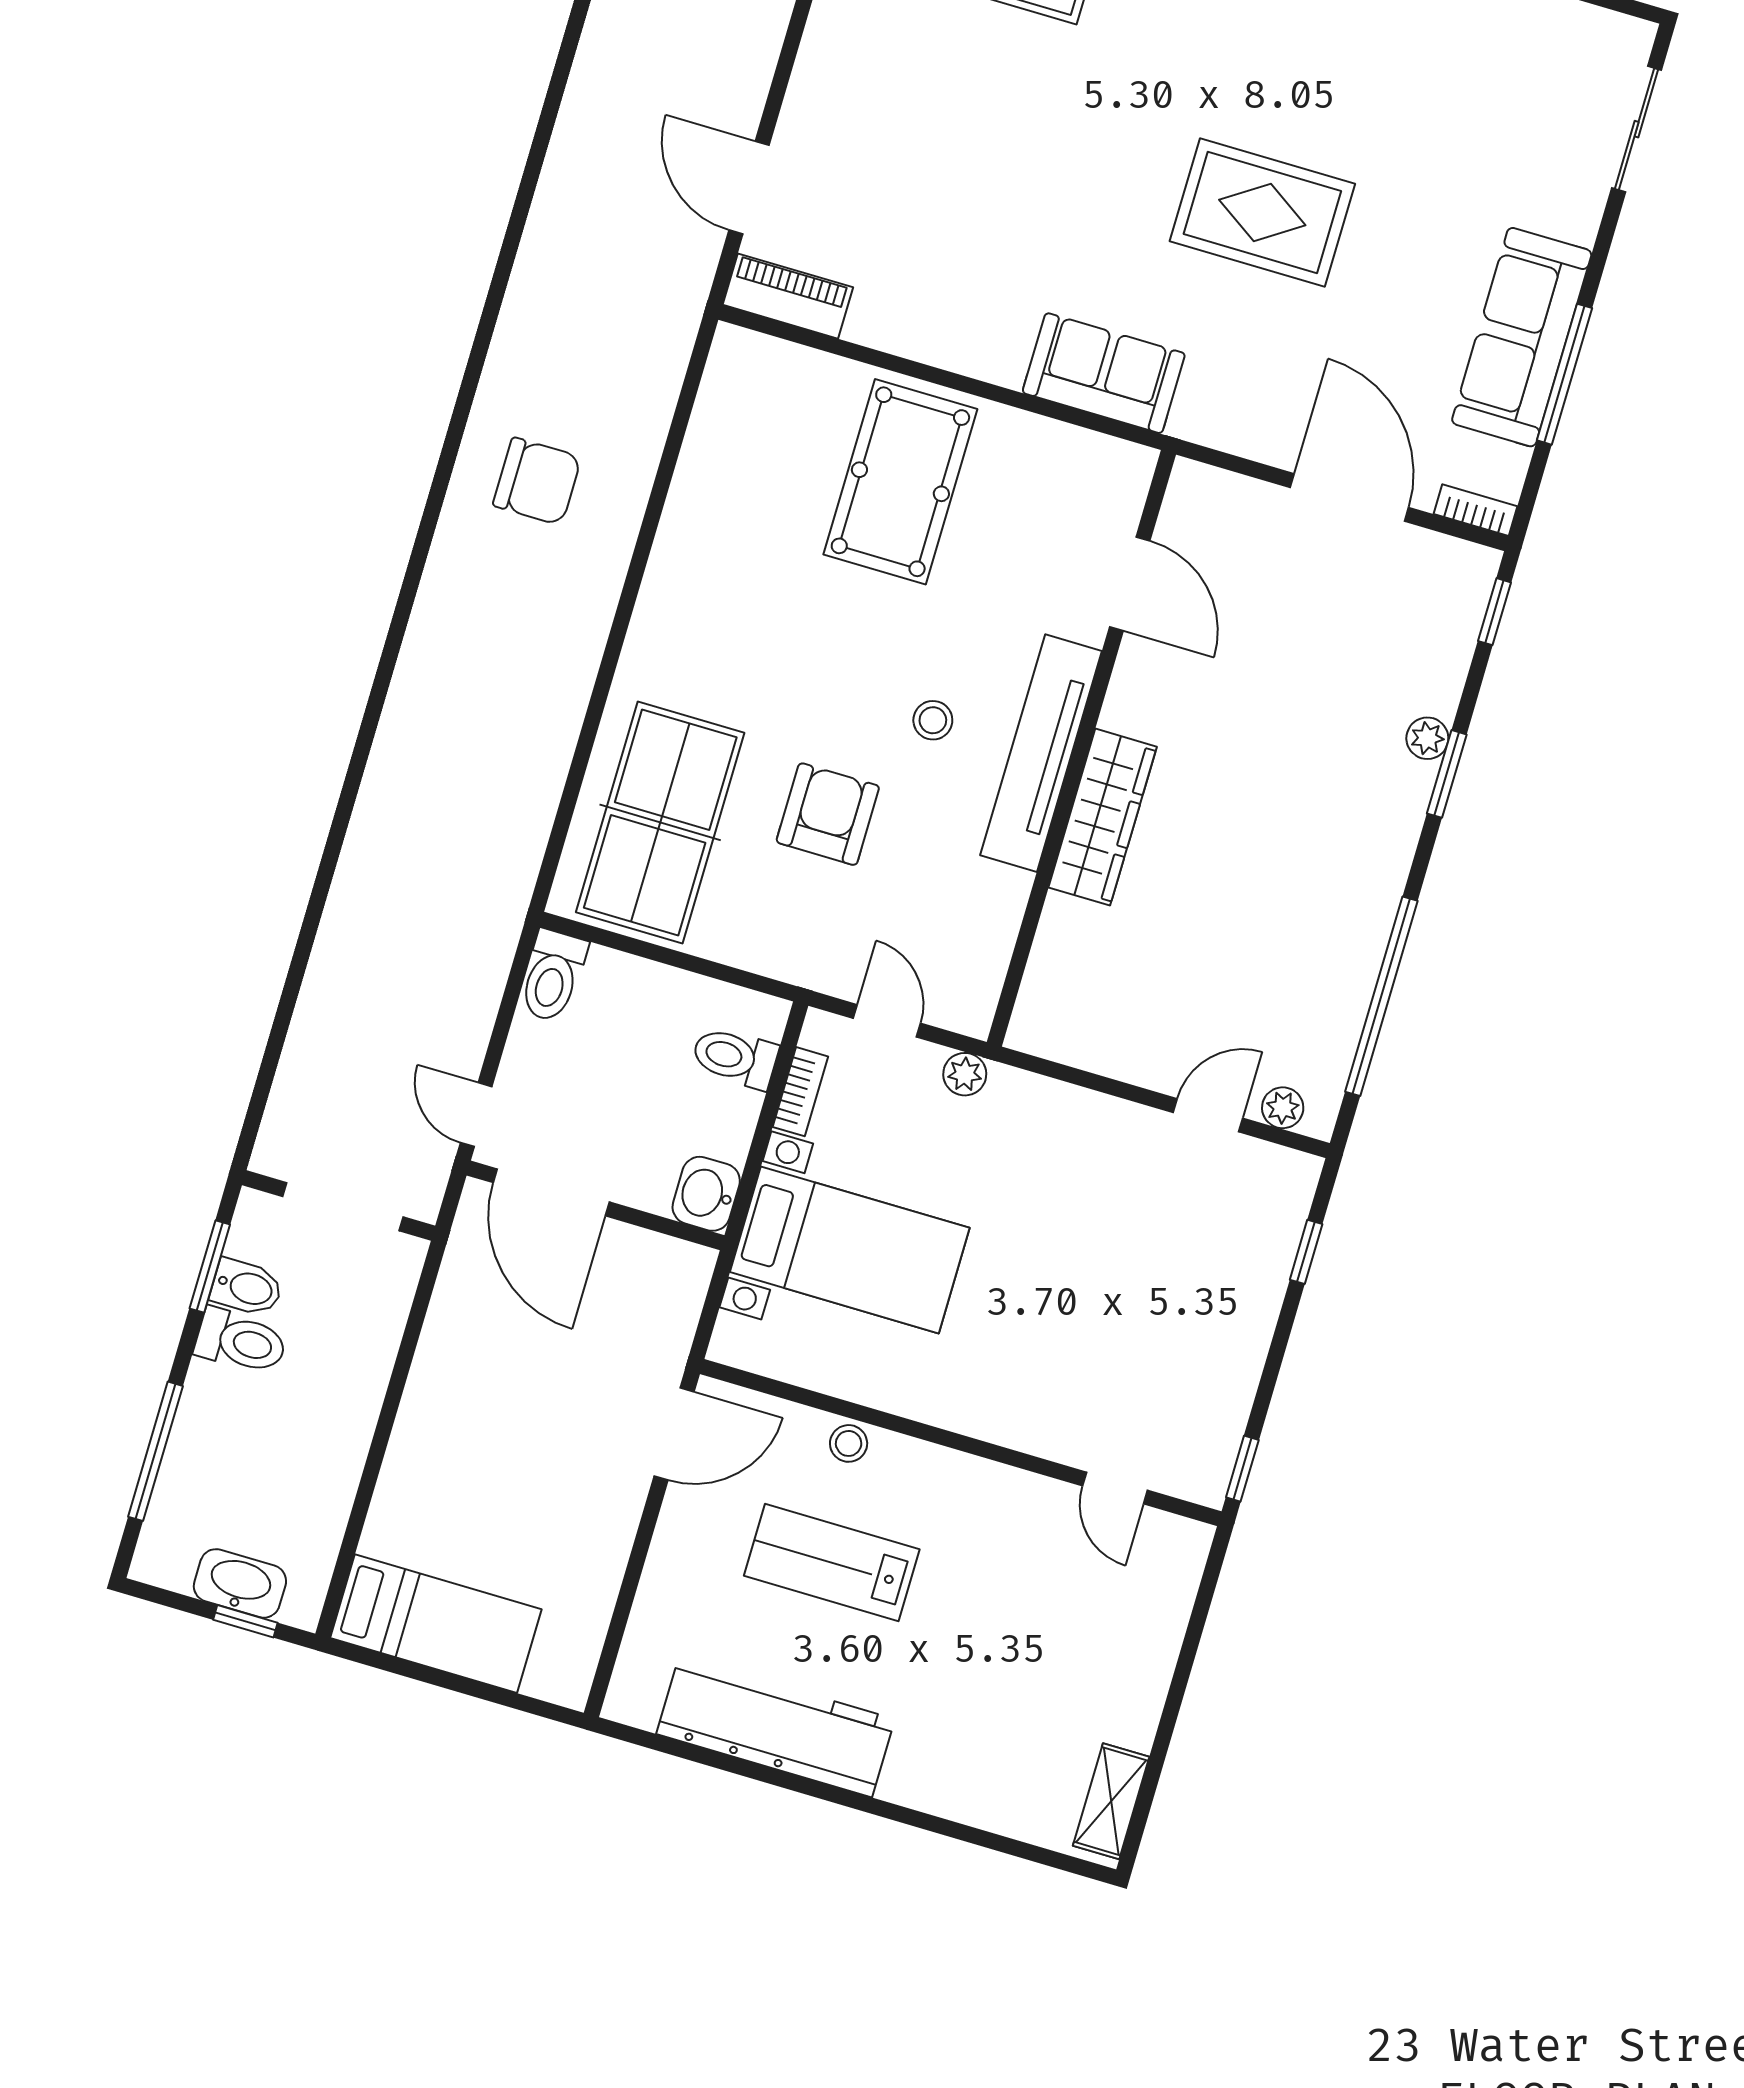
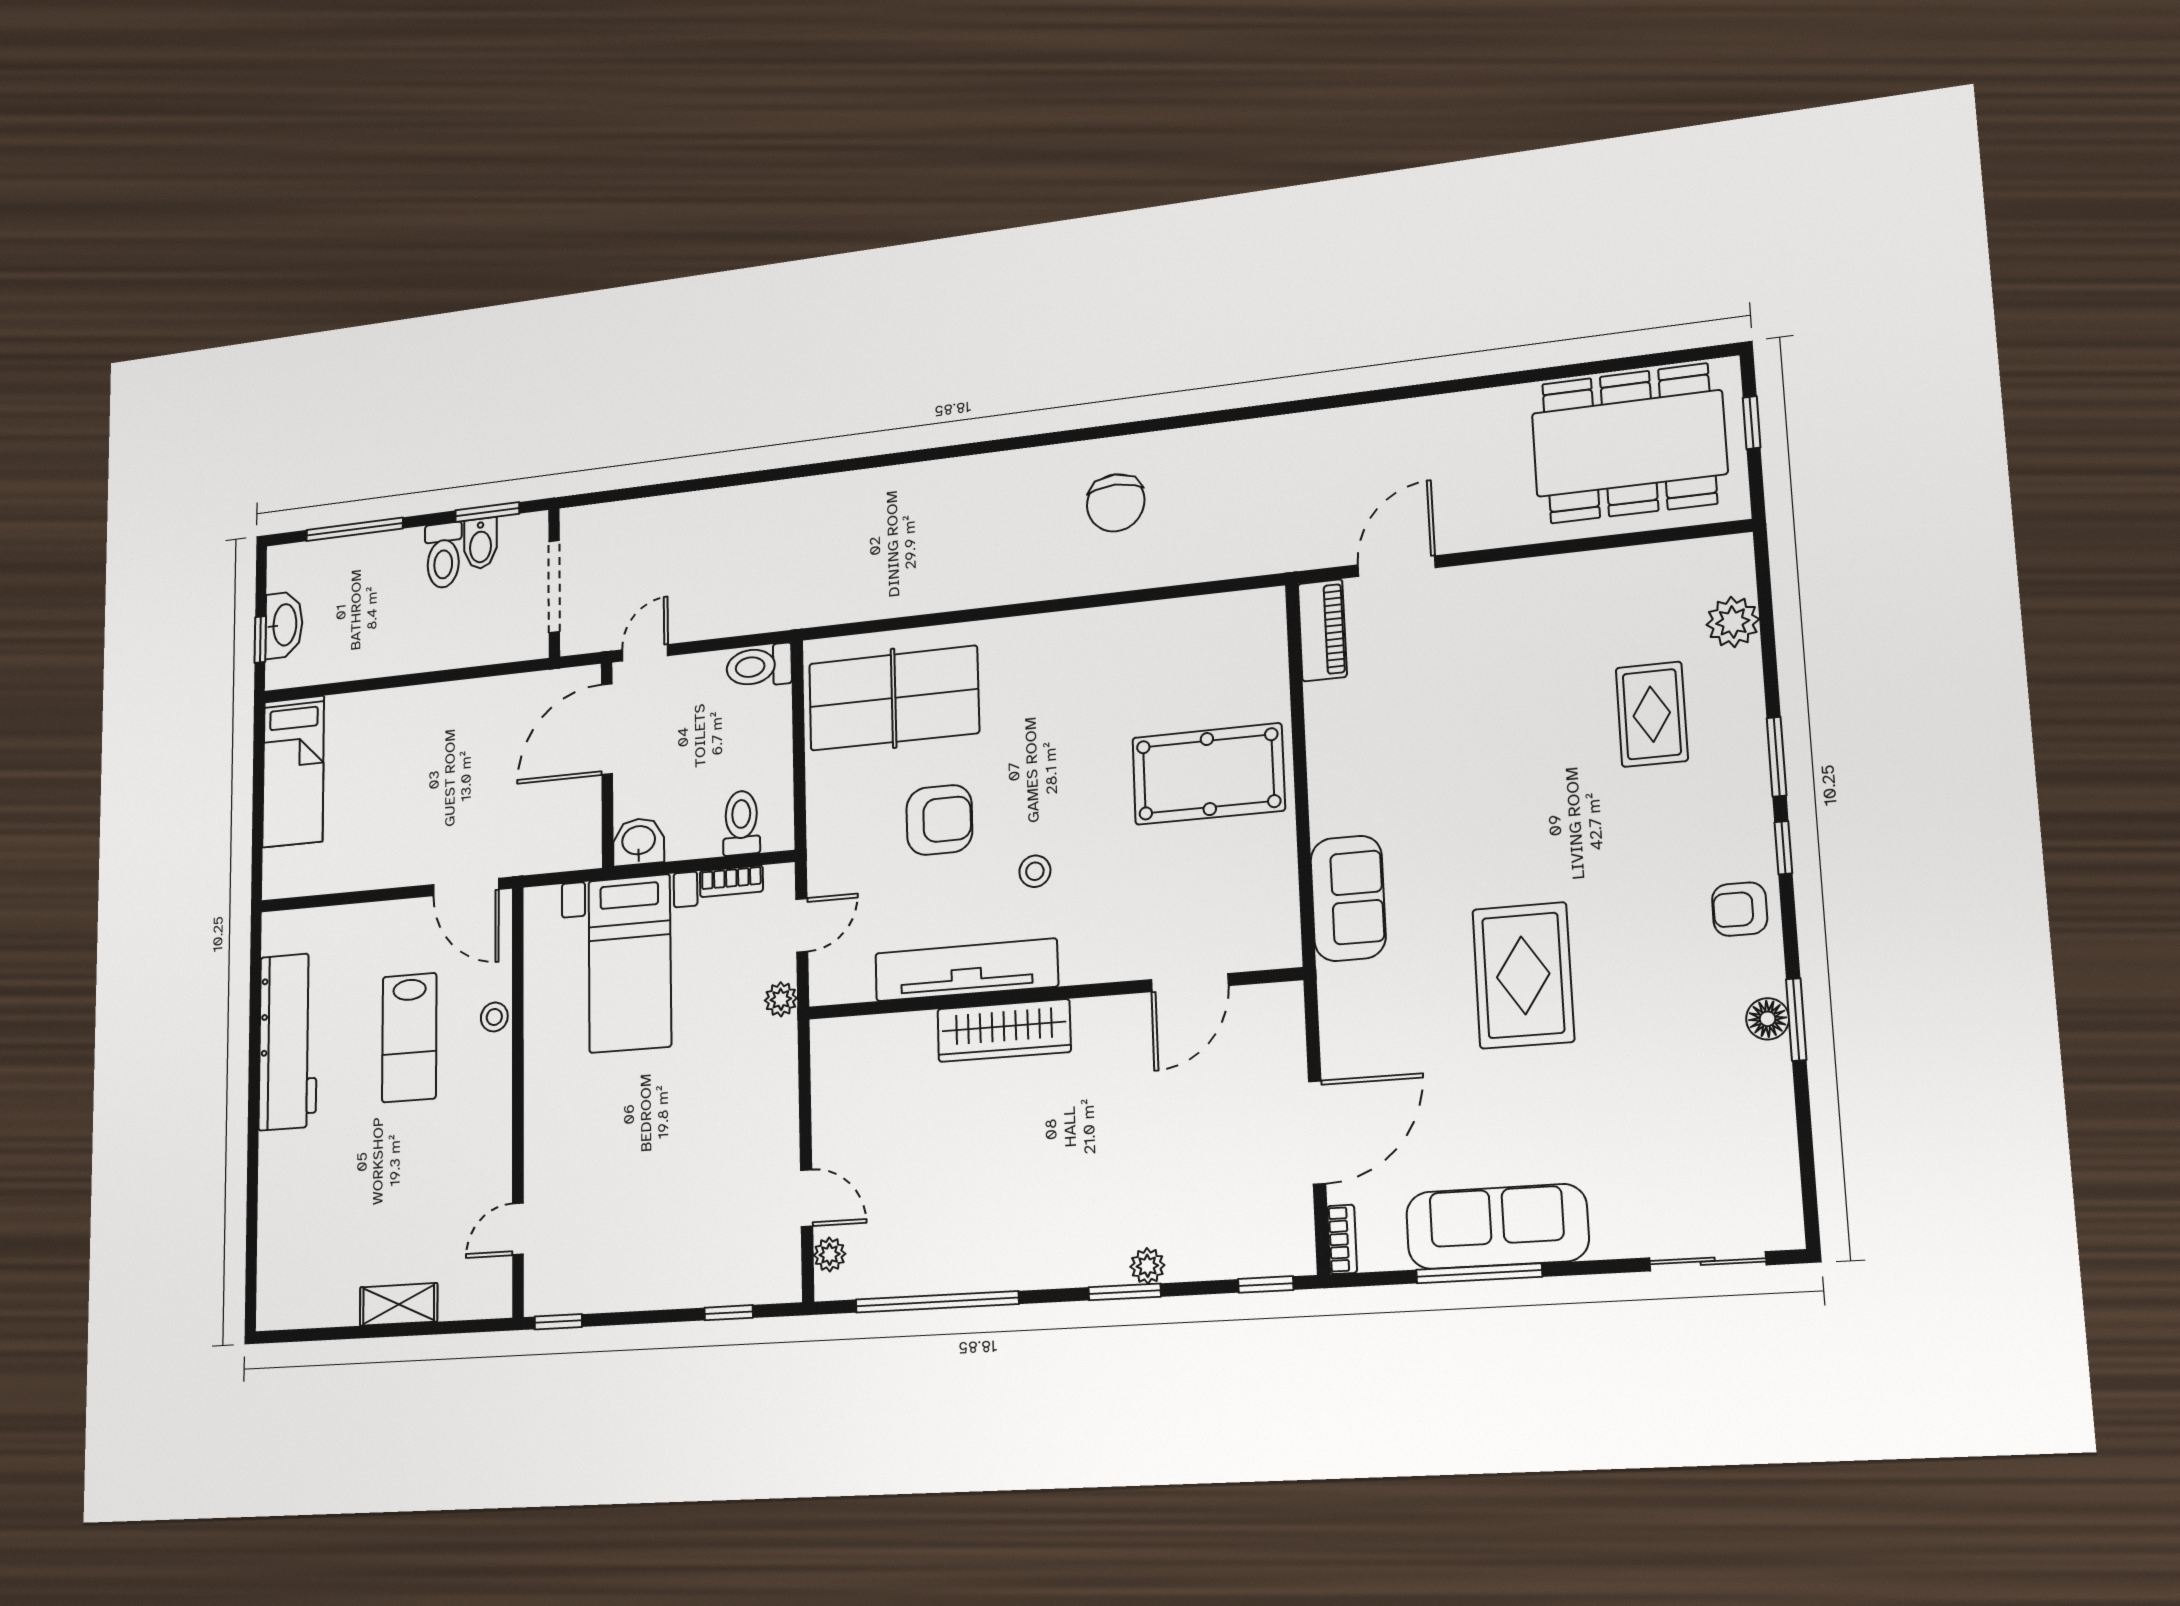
tv unit: (1041, 753) -> (966, 970), moved
lab bench: (832, 1563) -> (409, 1038), turned 180
shelving: (1111, 1801) -> (399, 1304), moved

